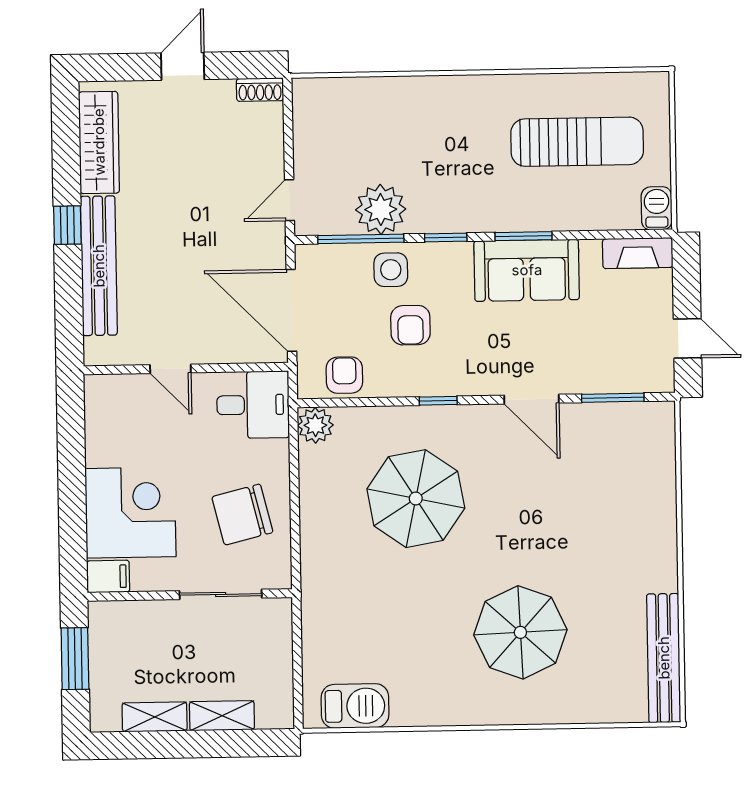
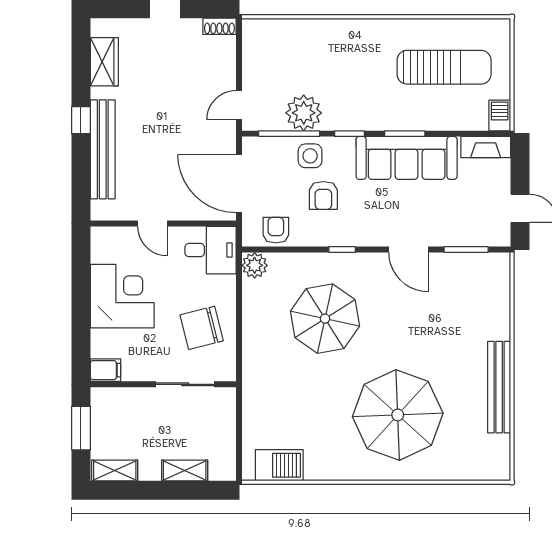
wardrobe: (99, 142) -> (104, 62), width x0.67
sofa: (527, 270) -> (407, 158), width x1.36
corner desk: (131, 513) -> (122, 296), moved
parasol: (520, 632) -> (398, 415), width x1.36, depth x1.36
bench: (664, 658) -> (499, 387), moved
shelving: (155, 717) -> (115, 470), moved

